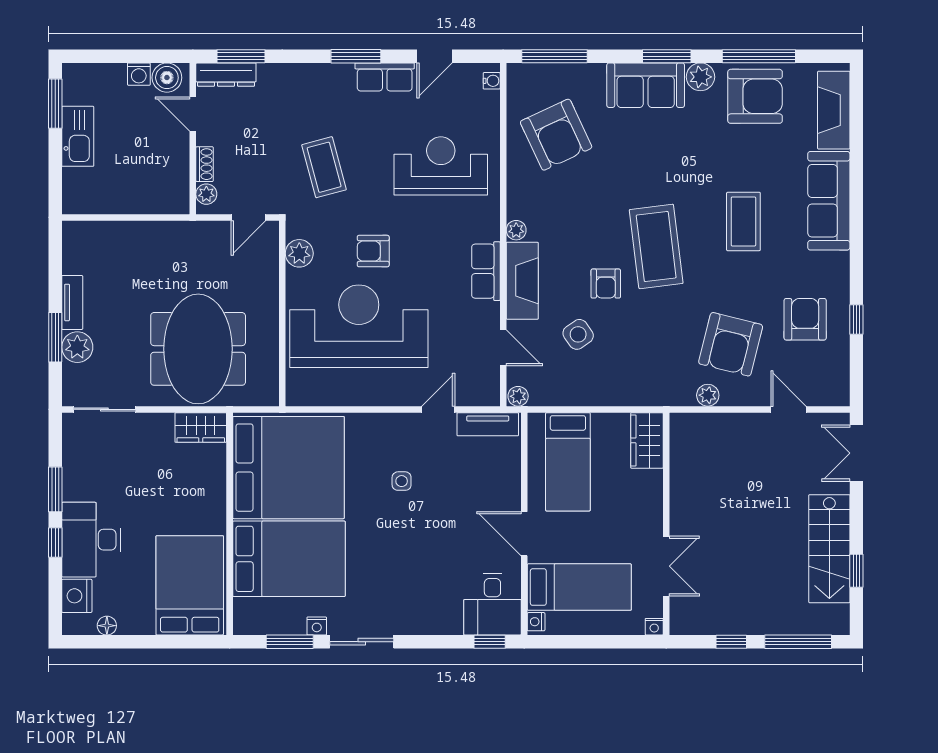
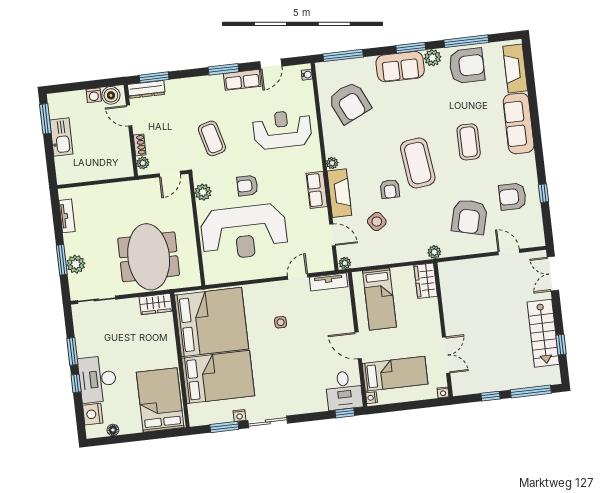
tv unit: (72, 302) -> (67, 216), moved
armchair: (805, 319) -> (513, 197), turned -90
reception desk: (359, 326) -> (244, 232), turned 180
plant: (708, 395) -> (434, 252), moved

